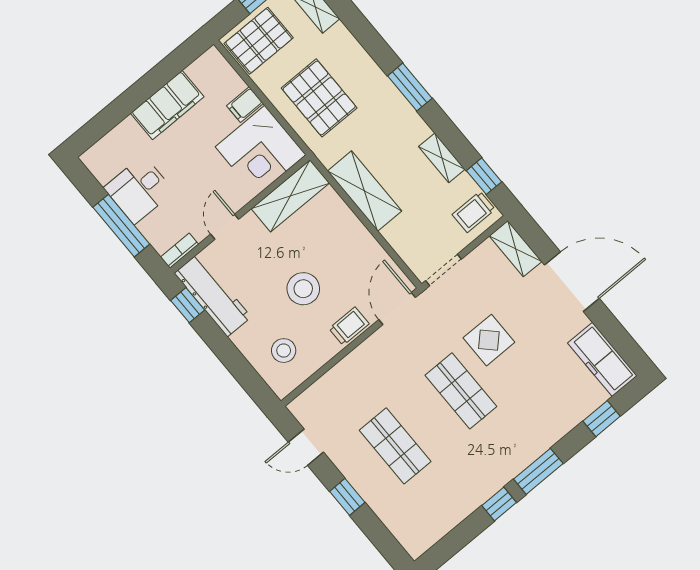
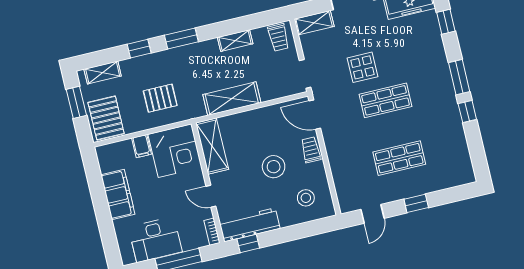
pallet: (319, 98) -> (160, 98), width x0.67, depth x0.71
window: (484, 176) -> (139, 49), moved
desk: (139, 190) -> (155, 240), width x1.37

